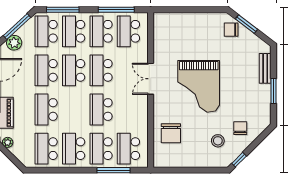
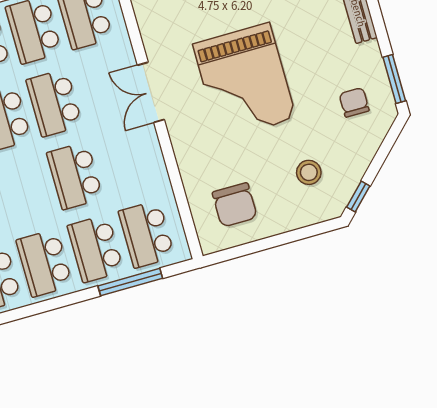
window: (273, 91) -> (394, 79), moved
chair: (240, 128) -> (354, 102), moved
chair: (171, 133) -> (235, 205), moved

